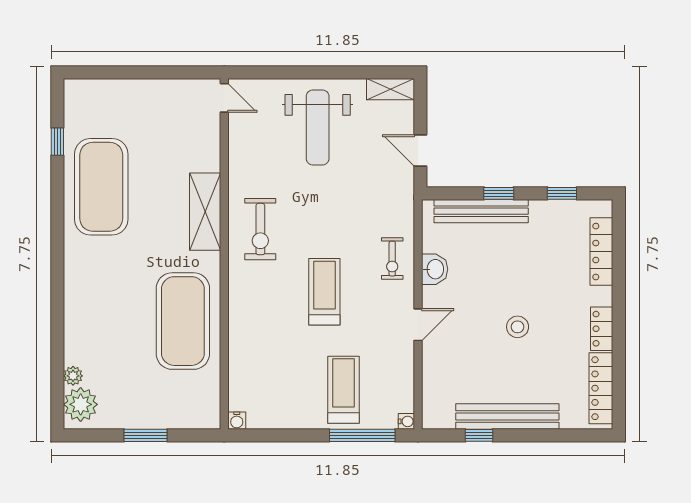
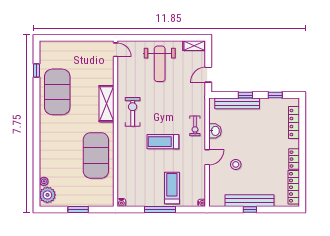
door: (420, 151) -> (208, 75), hinge flipped
exercise bike: (260, 229) -> (133, 112), turned 180
treadmill: (324, 292) -> (163, 142), turned -90
stool: (518, 327) -> (236, 164), moved
window: (362, 435) -> (160, 210), moved
window: (479, 435) -> (250, 210), moved

